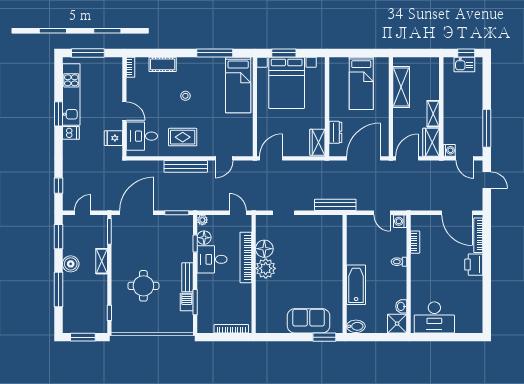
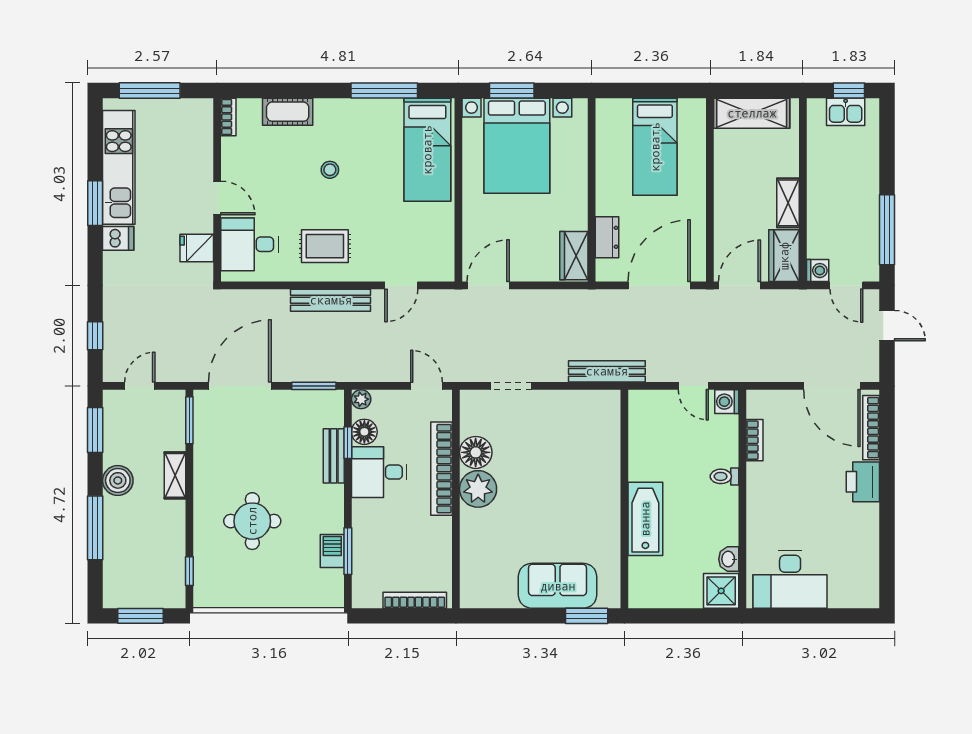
shelving: (401, 87) -> (752, 113), moved, turned 90
bench: (187, 277) -> (334, 456), moved
bidet: (356, 326) -> (645, 596), removed

